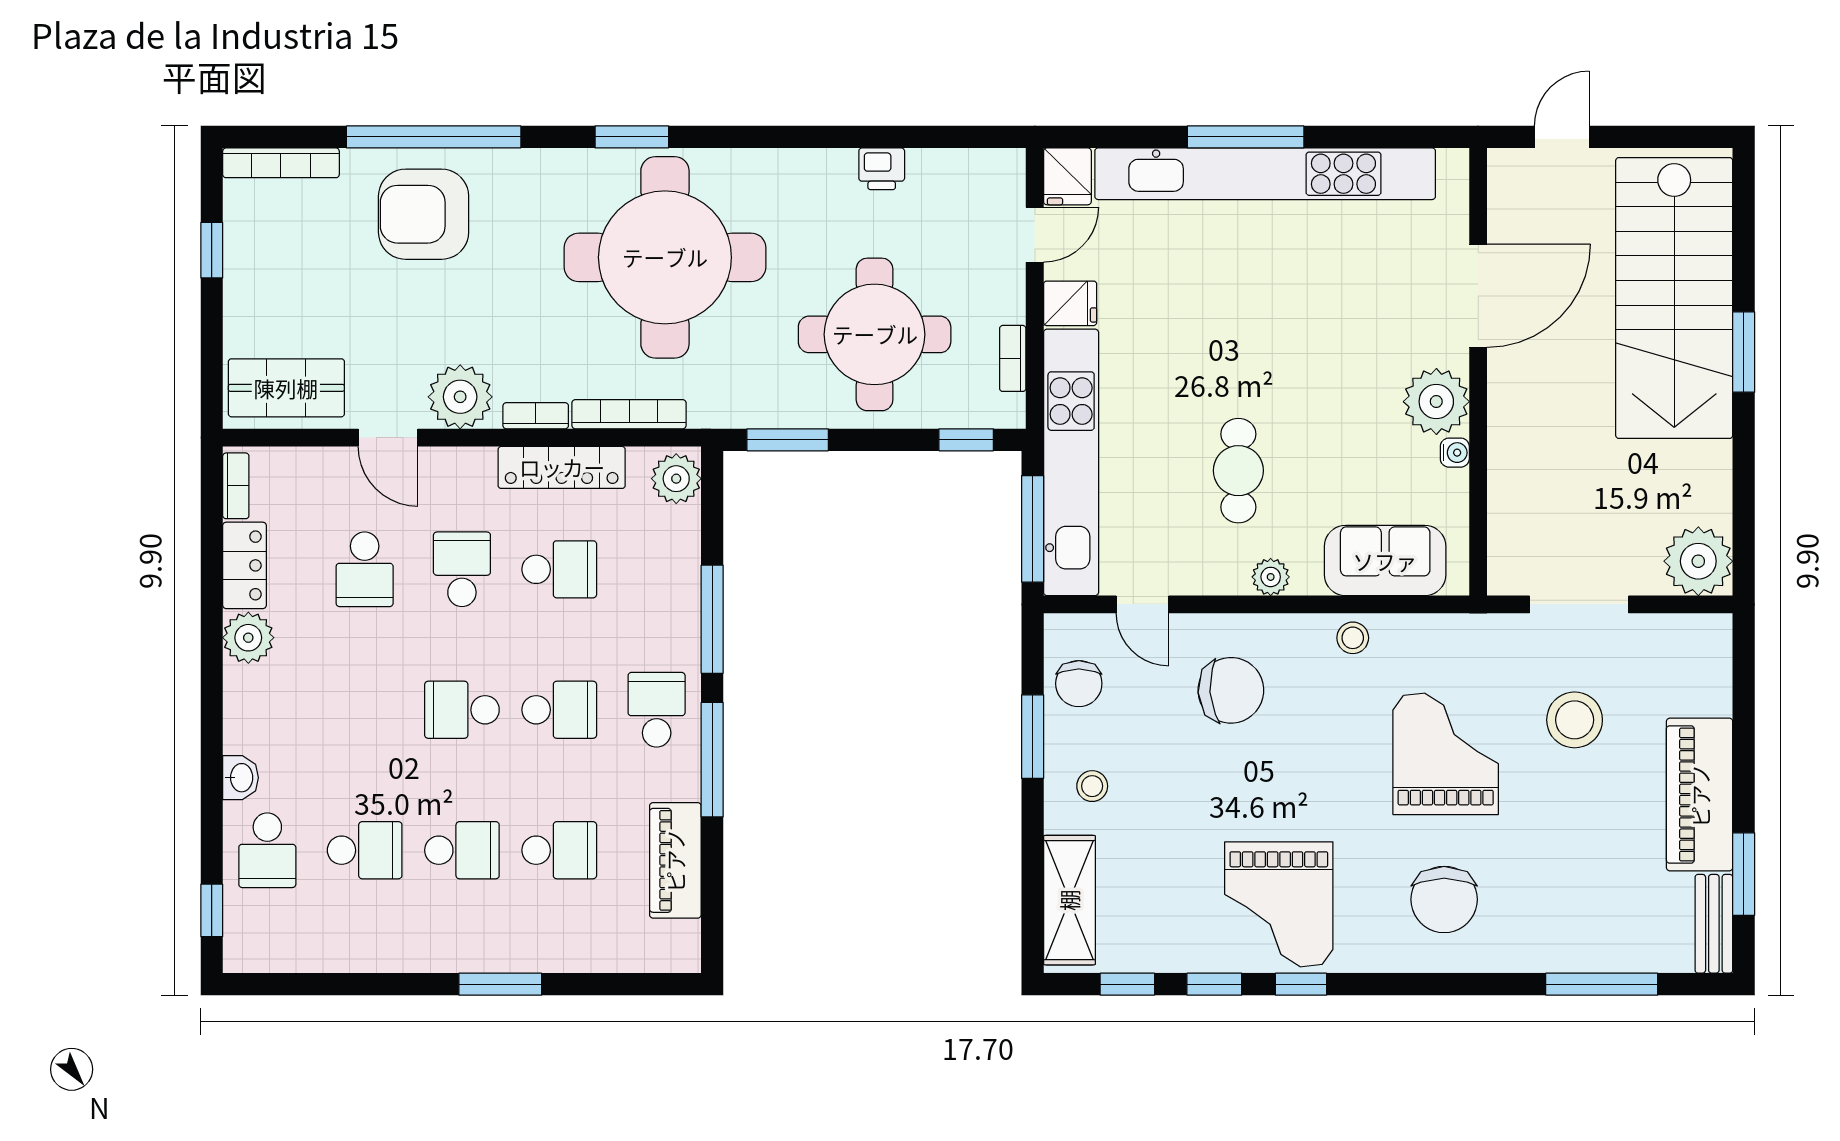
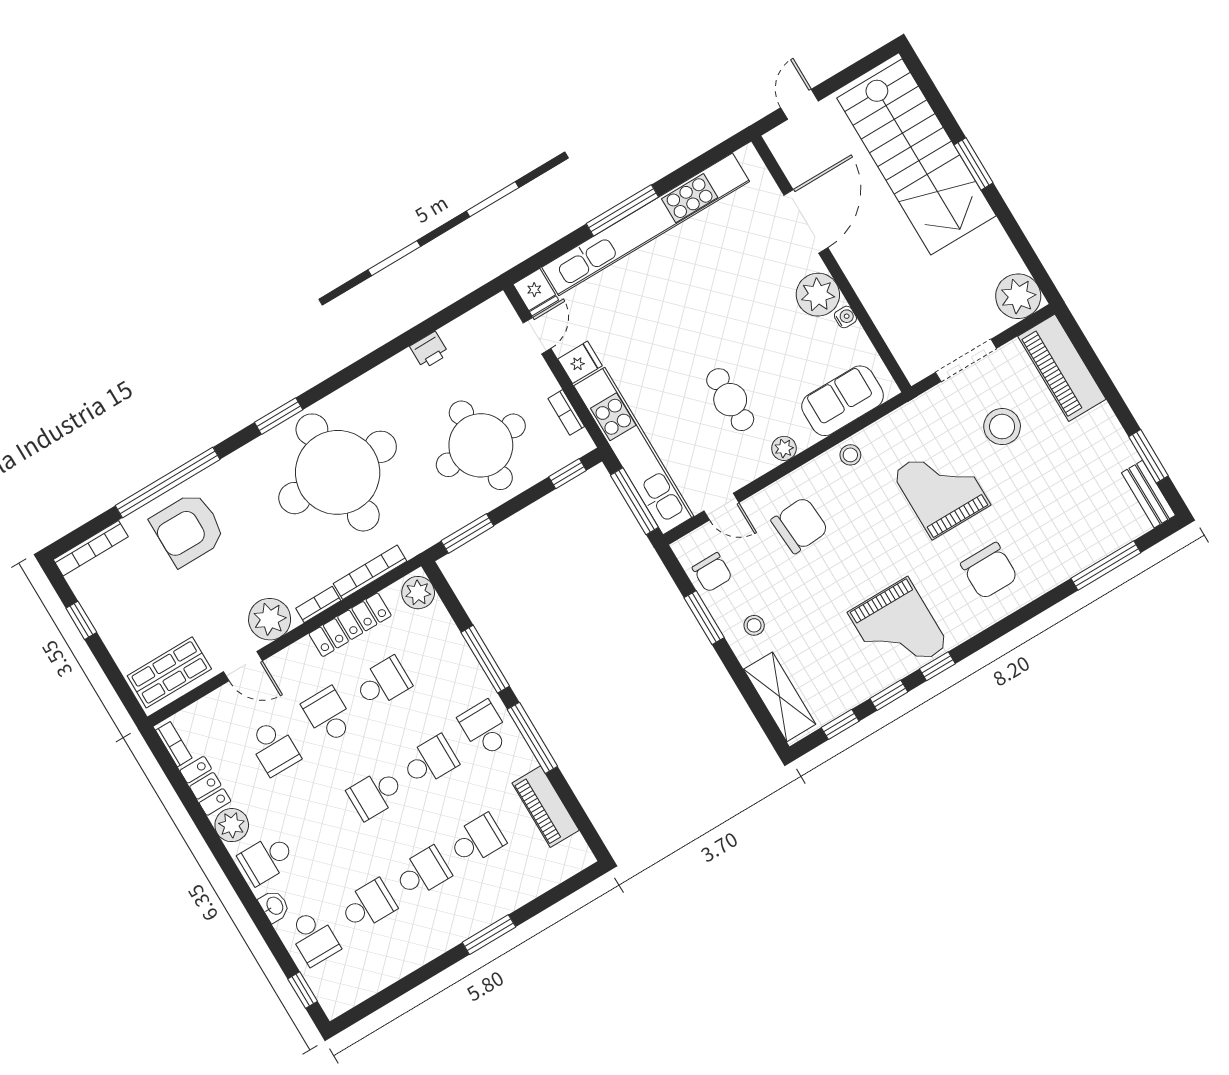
school desk: (267, 710) -> (267, 859), added
piano: (1700, 795) -> (1062, 368), moved

